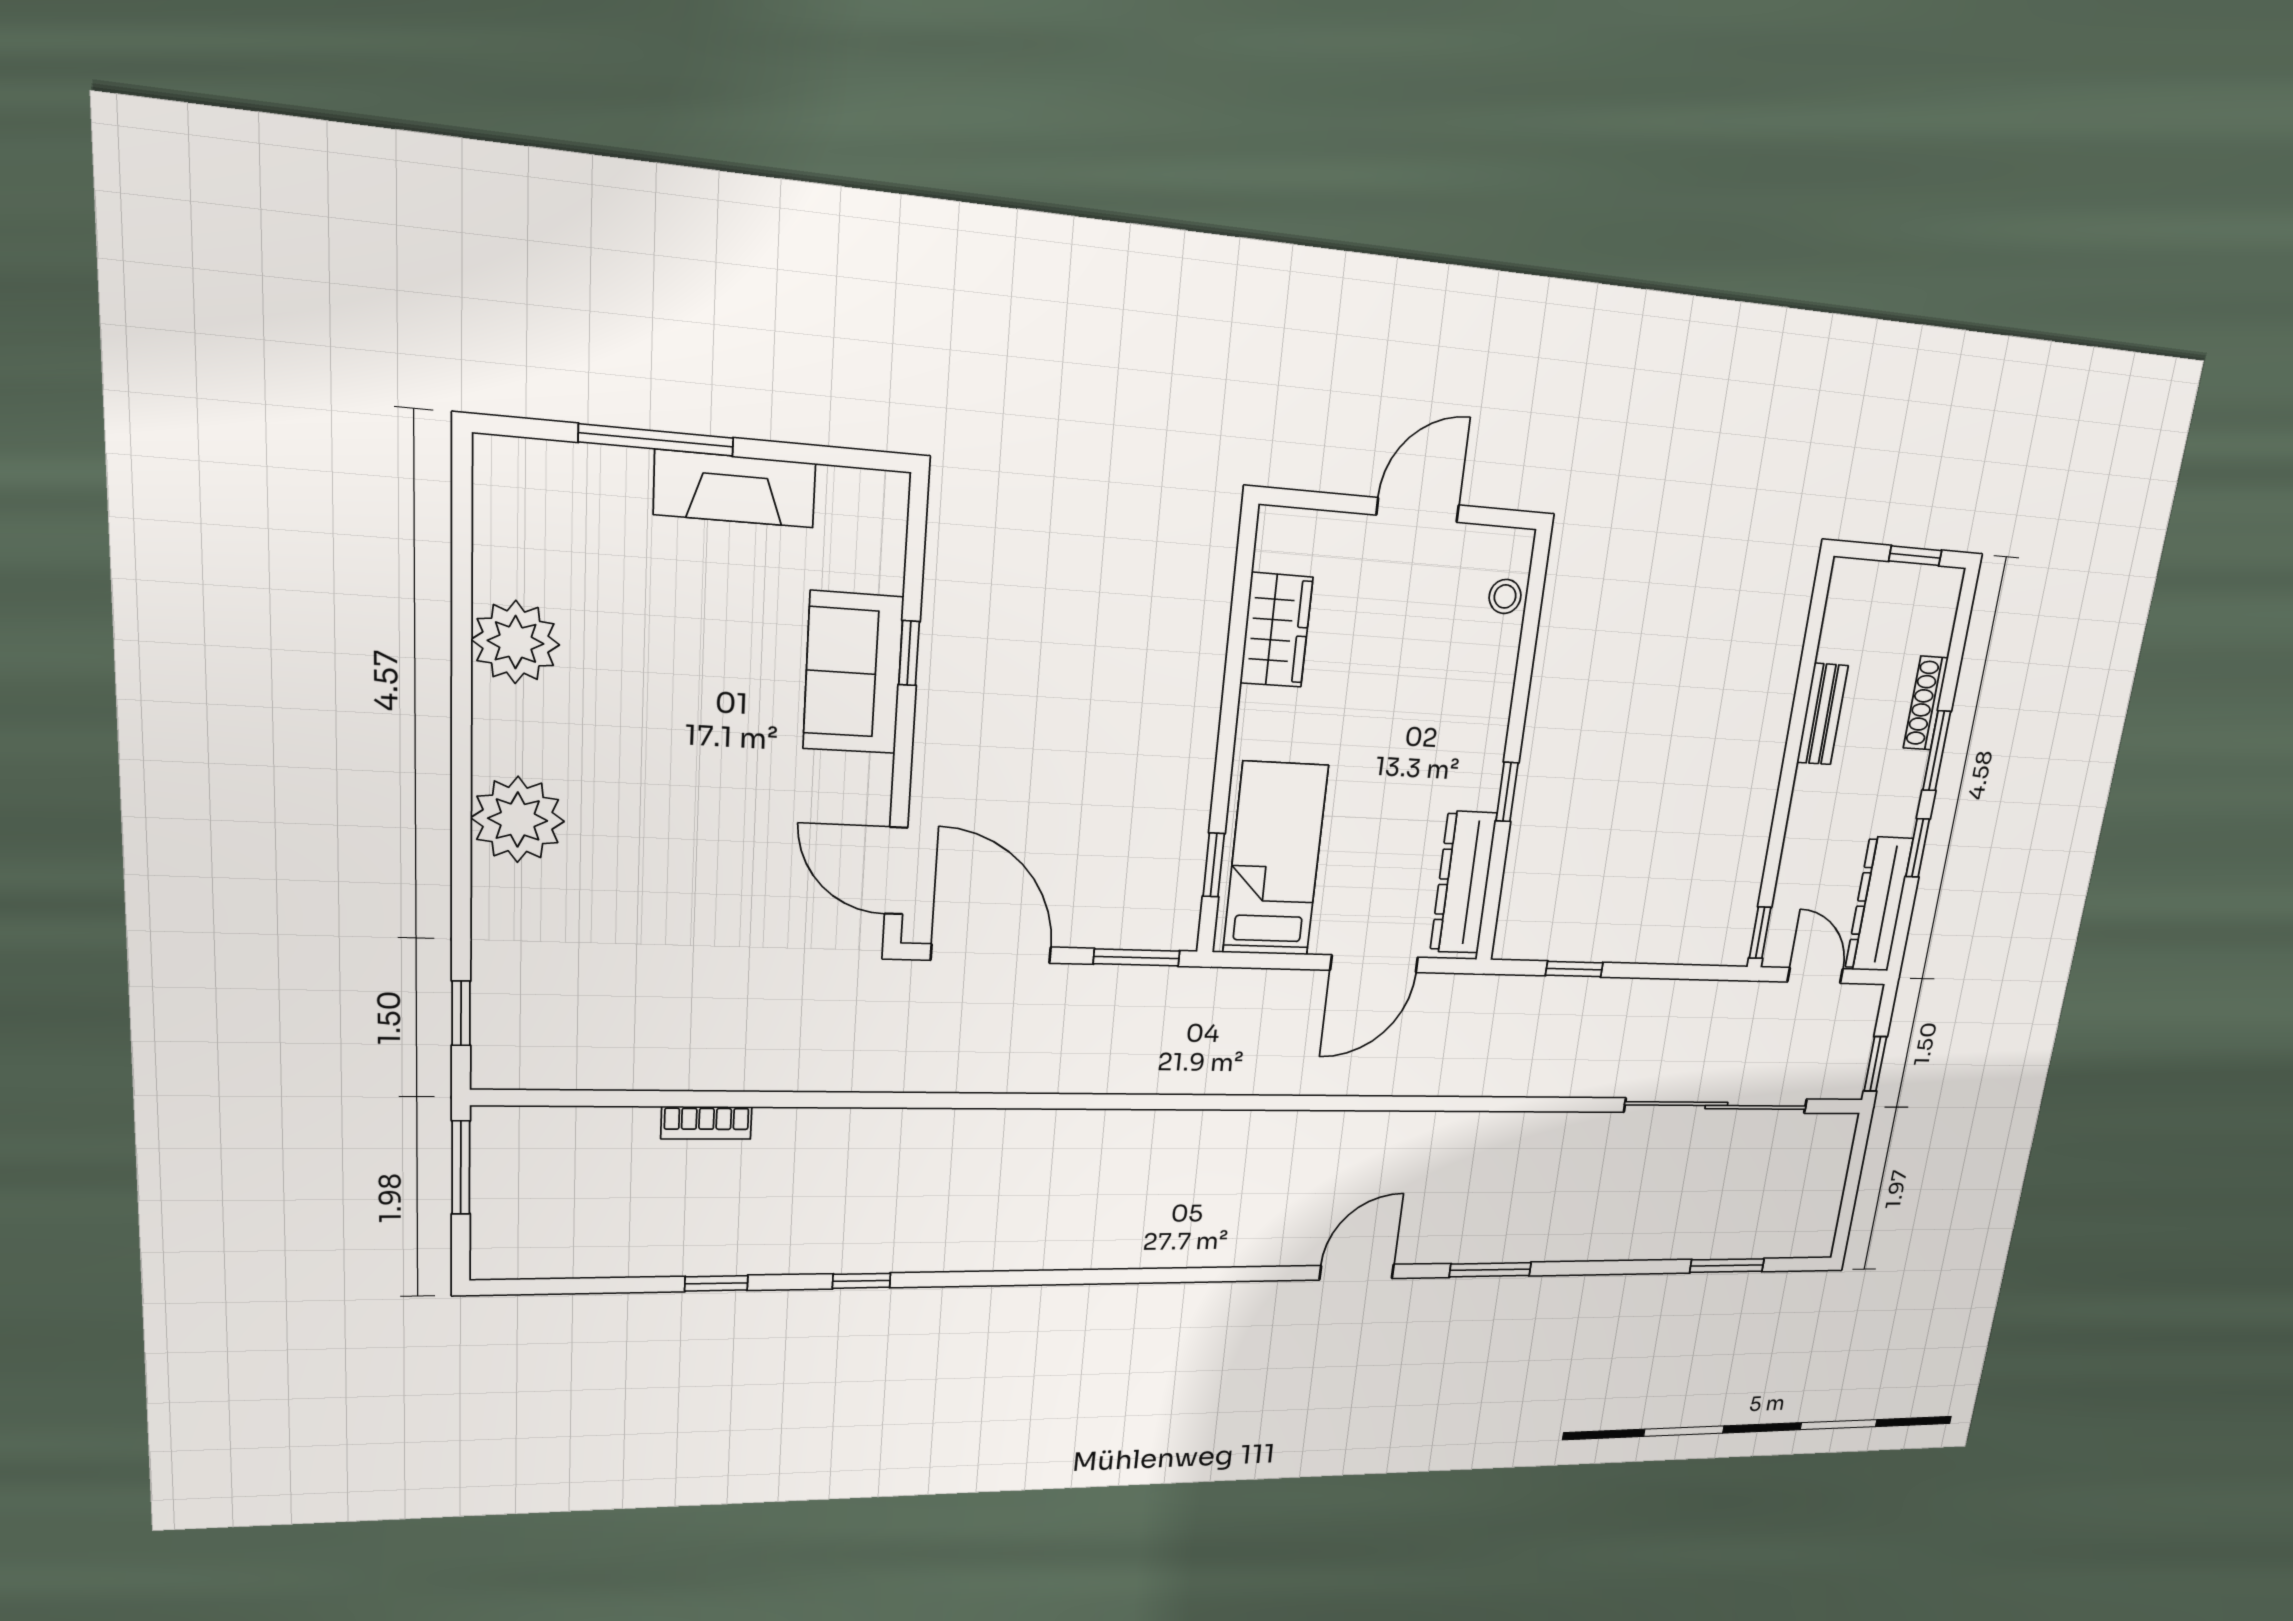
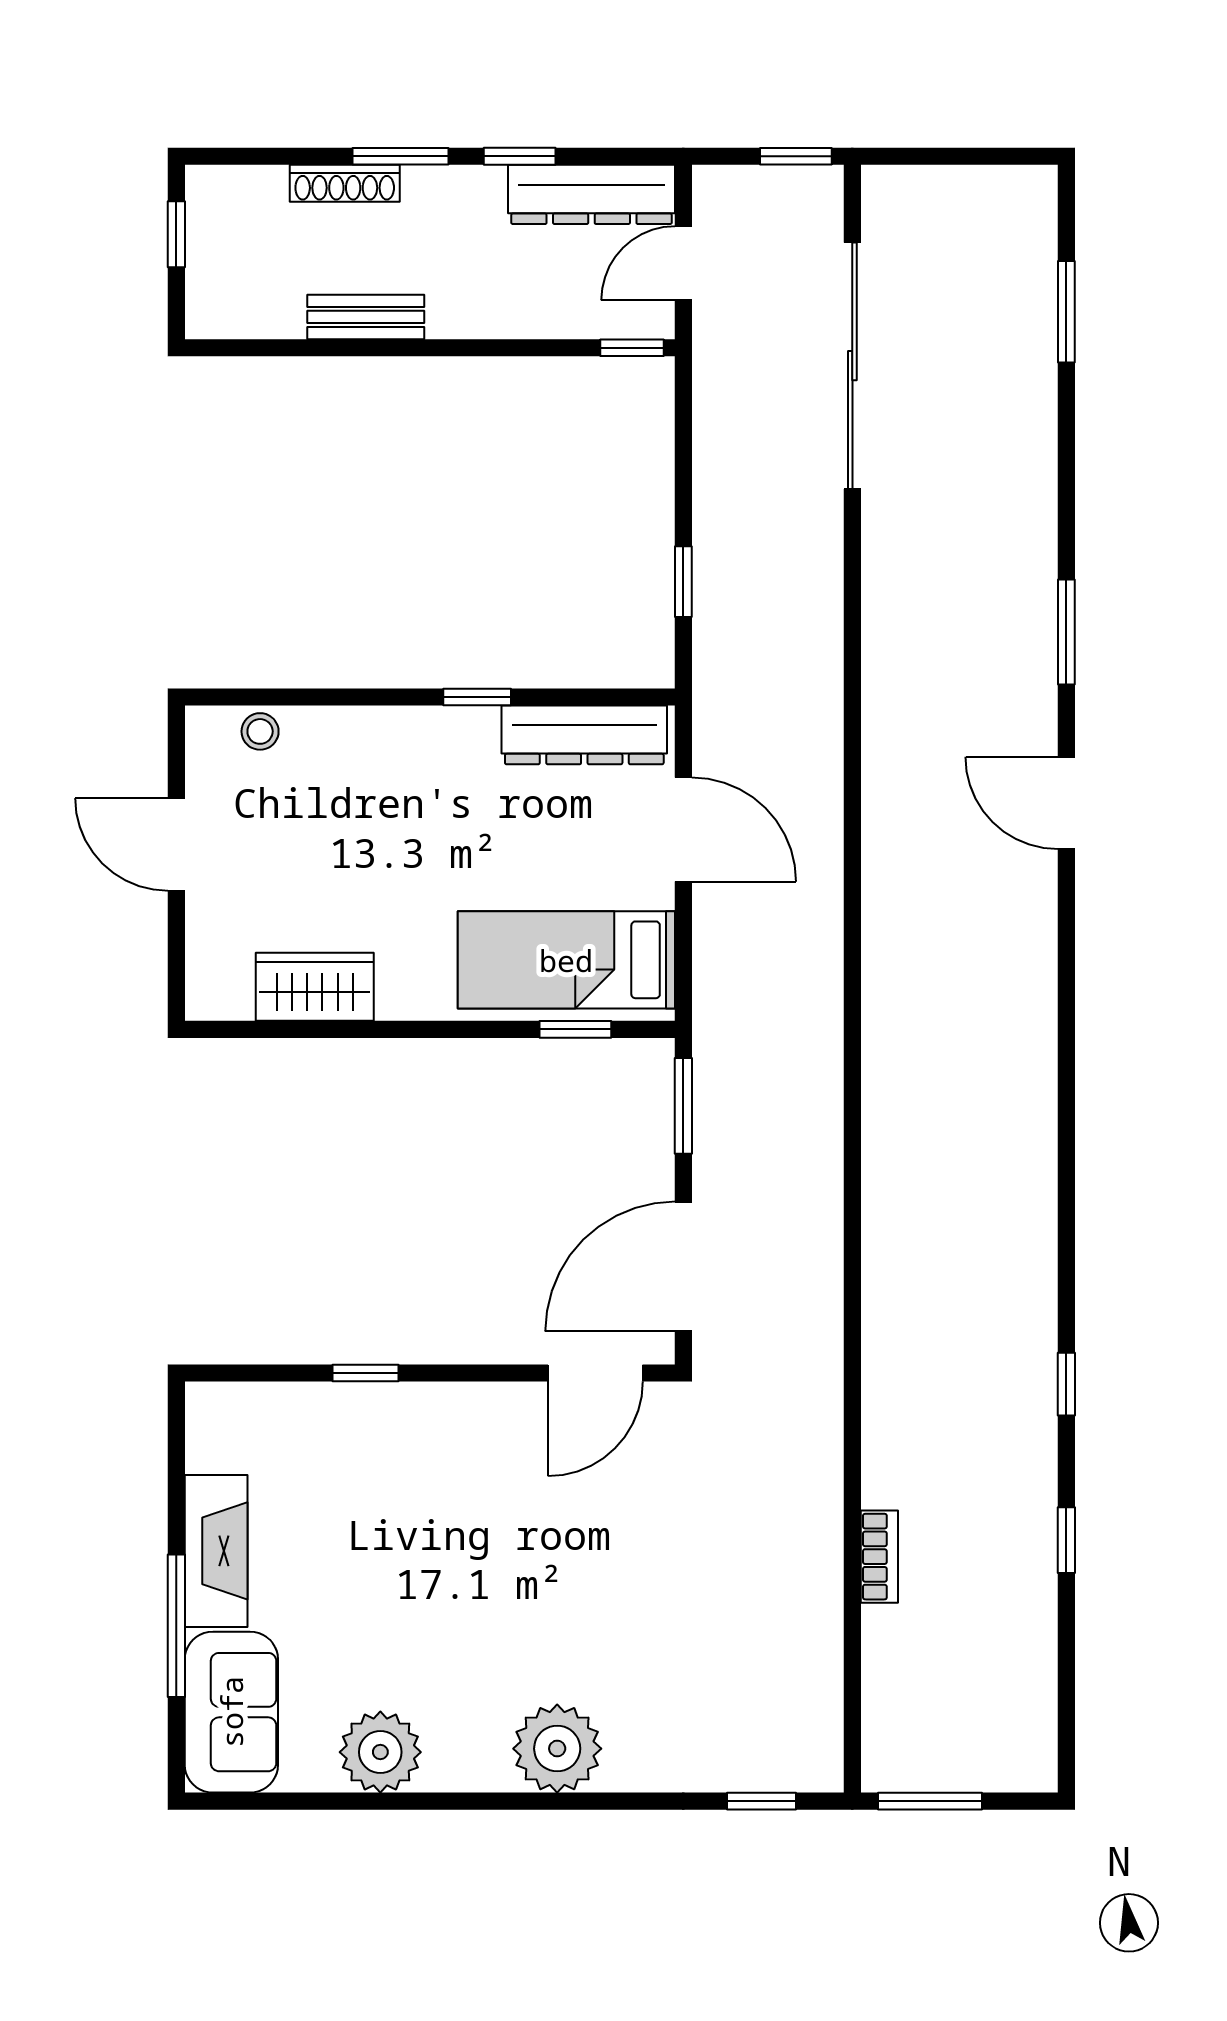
sofa: (853, 673) -> (231, 1712), moved, turned -90

